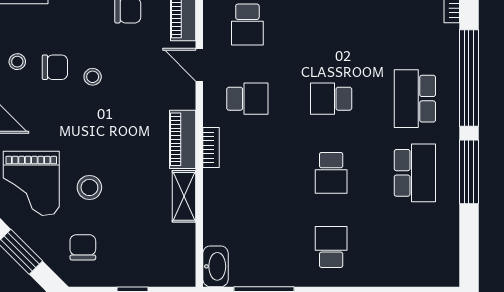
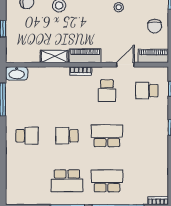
school desk: (331, 99) -> (107, 136), width x1.85

